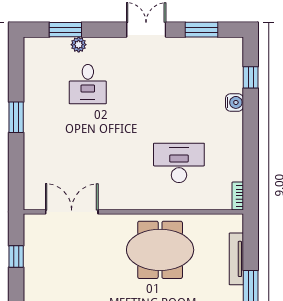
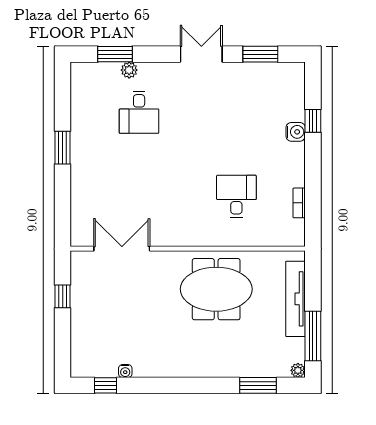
window: (251, 77) -> (313, 121), moved
desk: (179, 163) -> (236, 196), width x0.73
bookcase: (238, 196) -> (299, 203), moved
tv unit: (236, 259) -> (295, 299), width x1.36, depth x1.29

